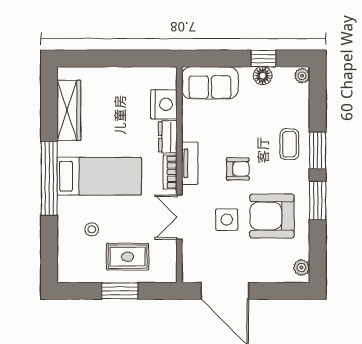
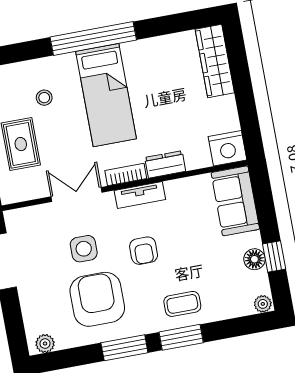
nightstand: (164, 104) -> (228, 148), moved
wardrobe: (69, 110) -> (215, 61), moved, turned 90

